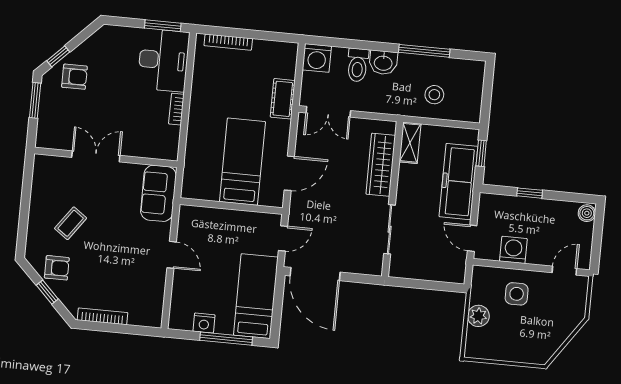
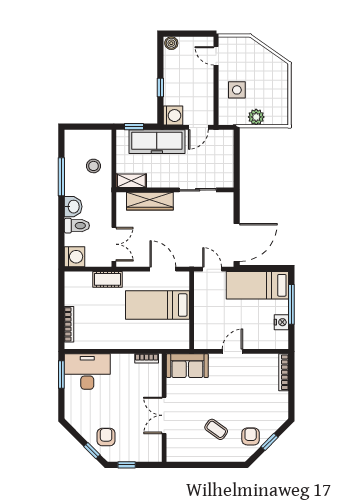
window: (35, 100) -> (127, 465), width x0.67
bookcase: (176, 109) -> (147, 358), moved
washing machine: (513, 250) -> (173, 116), moved, turned 180
bookcase: (103, 316) -> (284, 372), moved

